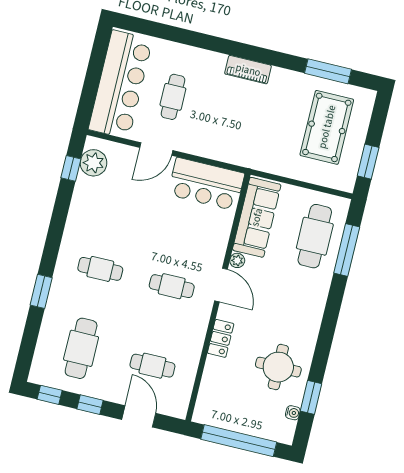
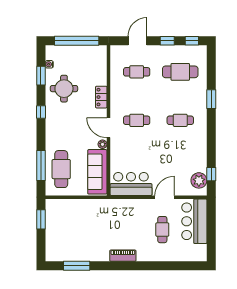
bar counter: (120, 84) -> (194, 221), width x0.73
pool table: (327, 127) -> (69, 233), removed
window: (325, 338) -> (41, 112), added
cafe table: (81, 348) -> (180, 72), turned 90
door: (139, 416) -> (138, 41), swing flipped

